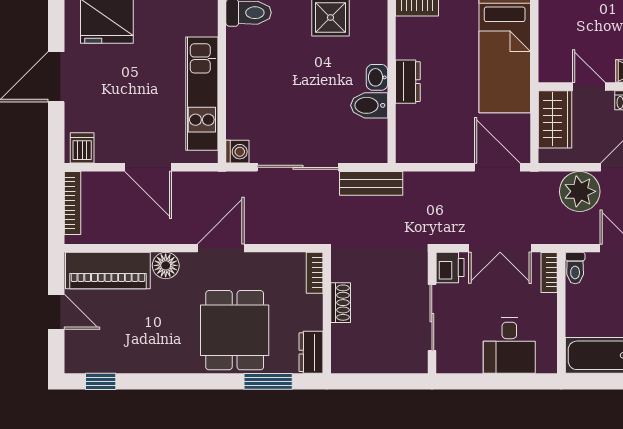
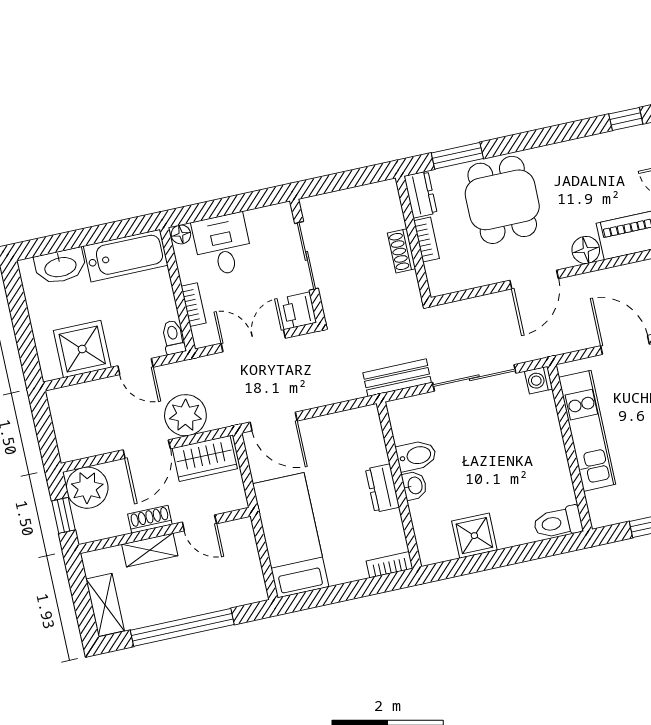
wardrobe: (555, 119) -> (205, 458), moved, turned -90
bookcase: (549, 272) -> (194, 305), moved
bookcase: (315, 273) -> (427, 240), moved
floor lamp: (547, 364) -> (181, 234), added

